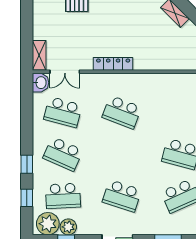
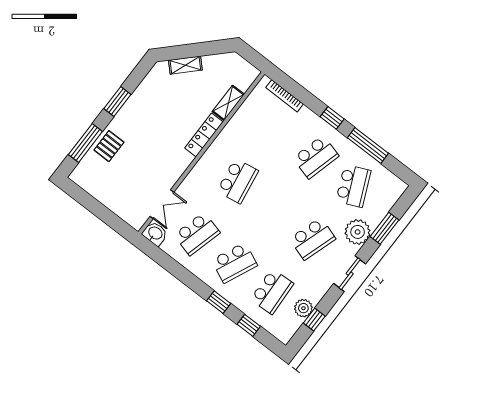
shelving: (39, 55) -> (228, 103), moved, turned 90
locker: (113, 64) -> (204, 135), moved
school desk: (122, 112) -> (238, 181), turned -30
plant: (48, 224) -> (358, 232), moved

